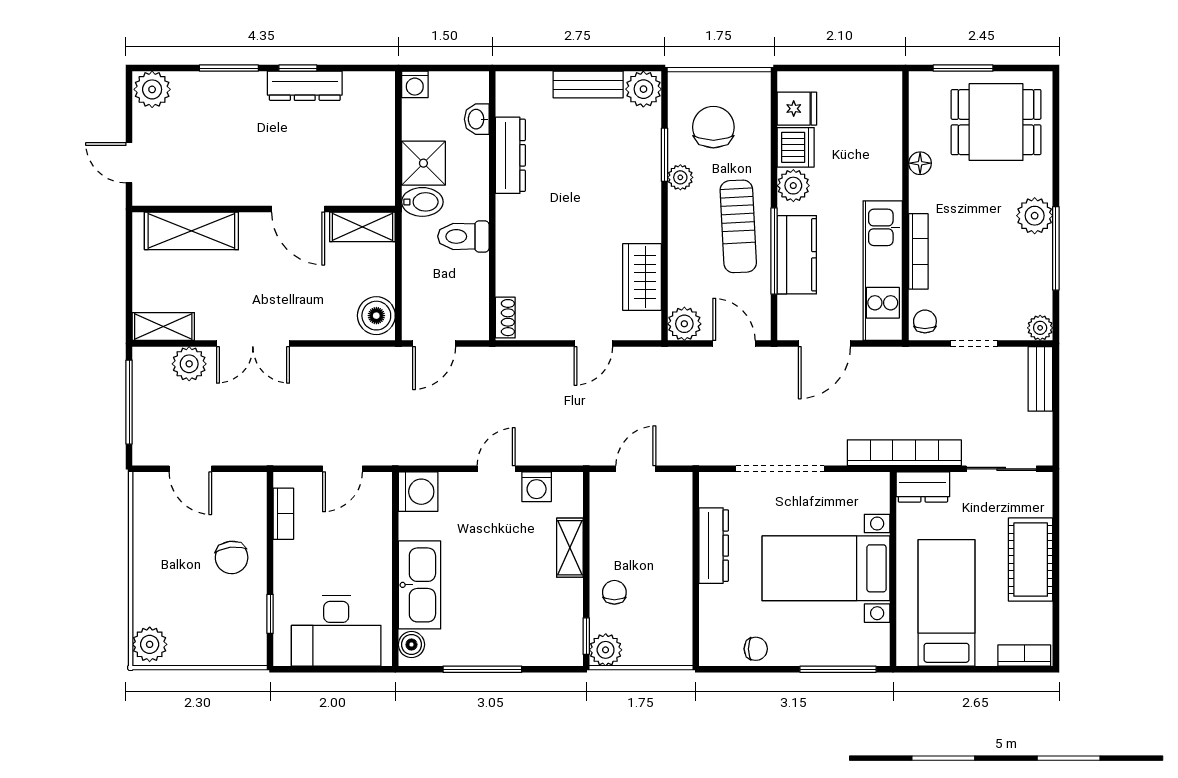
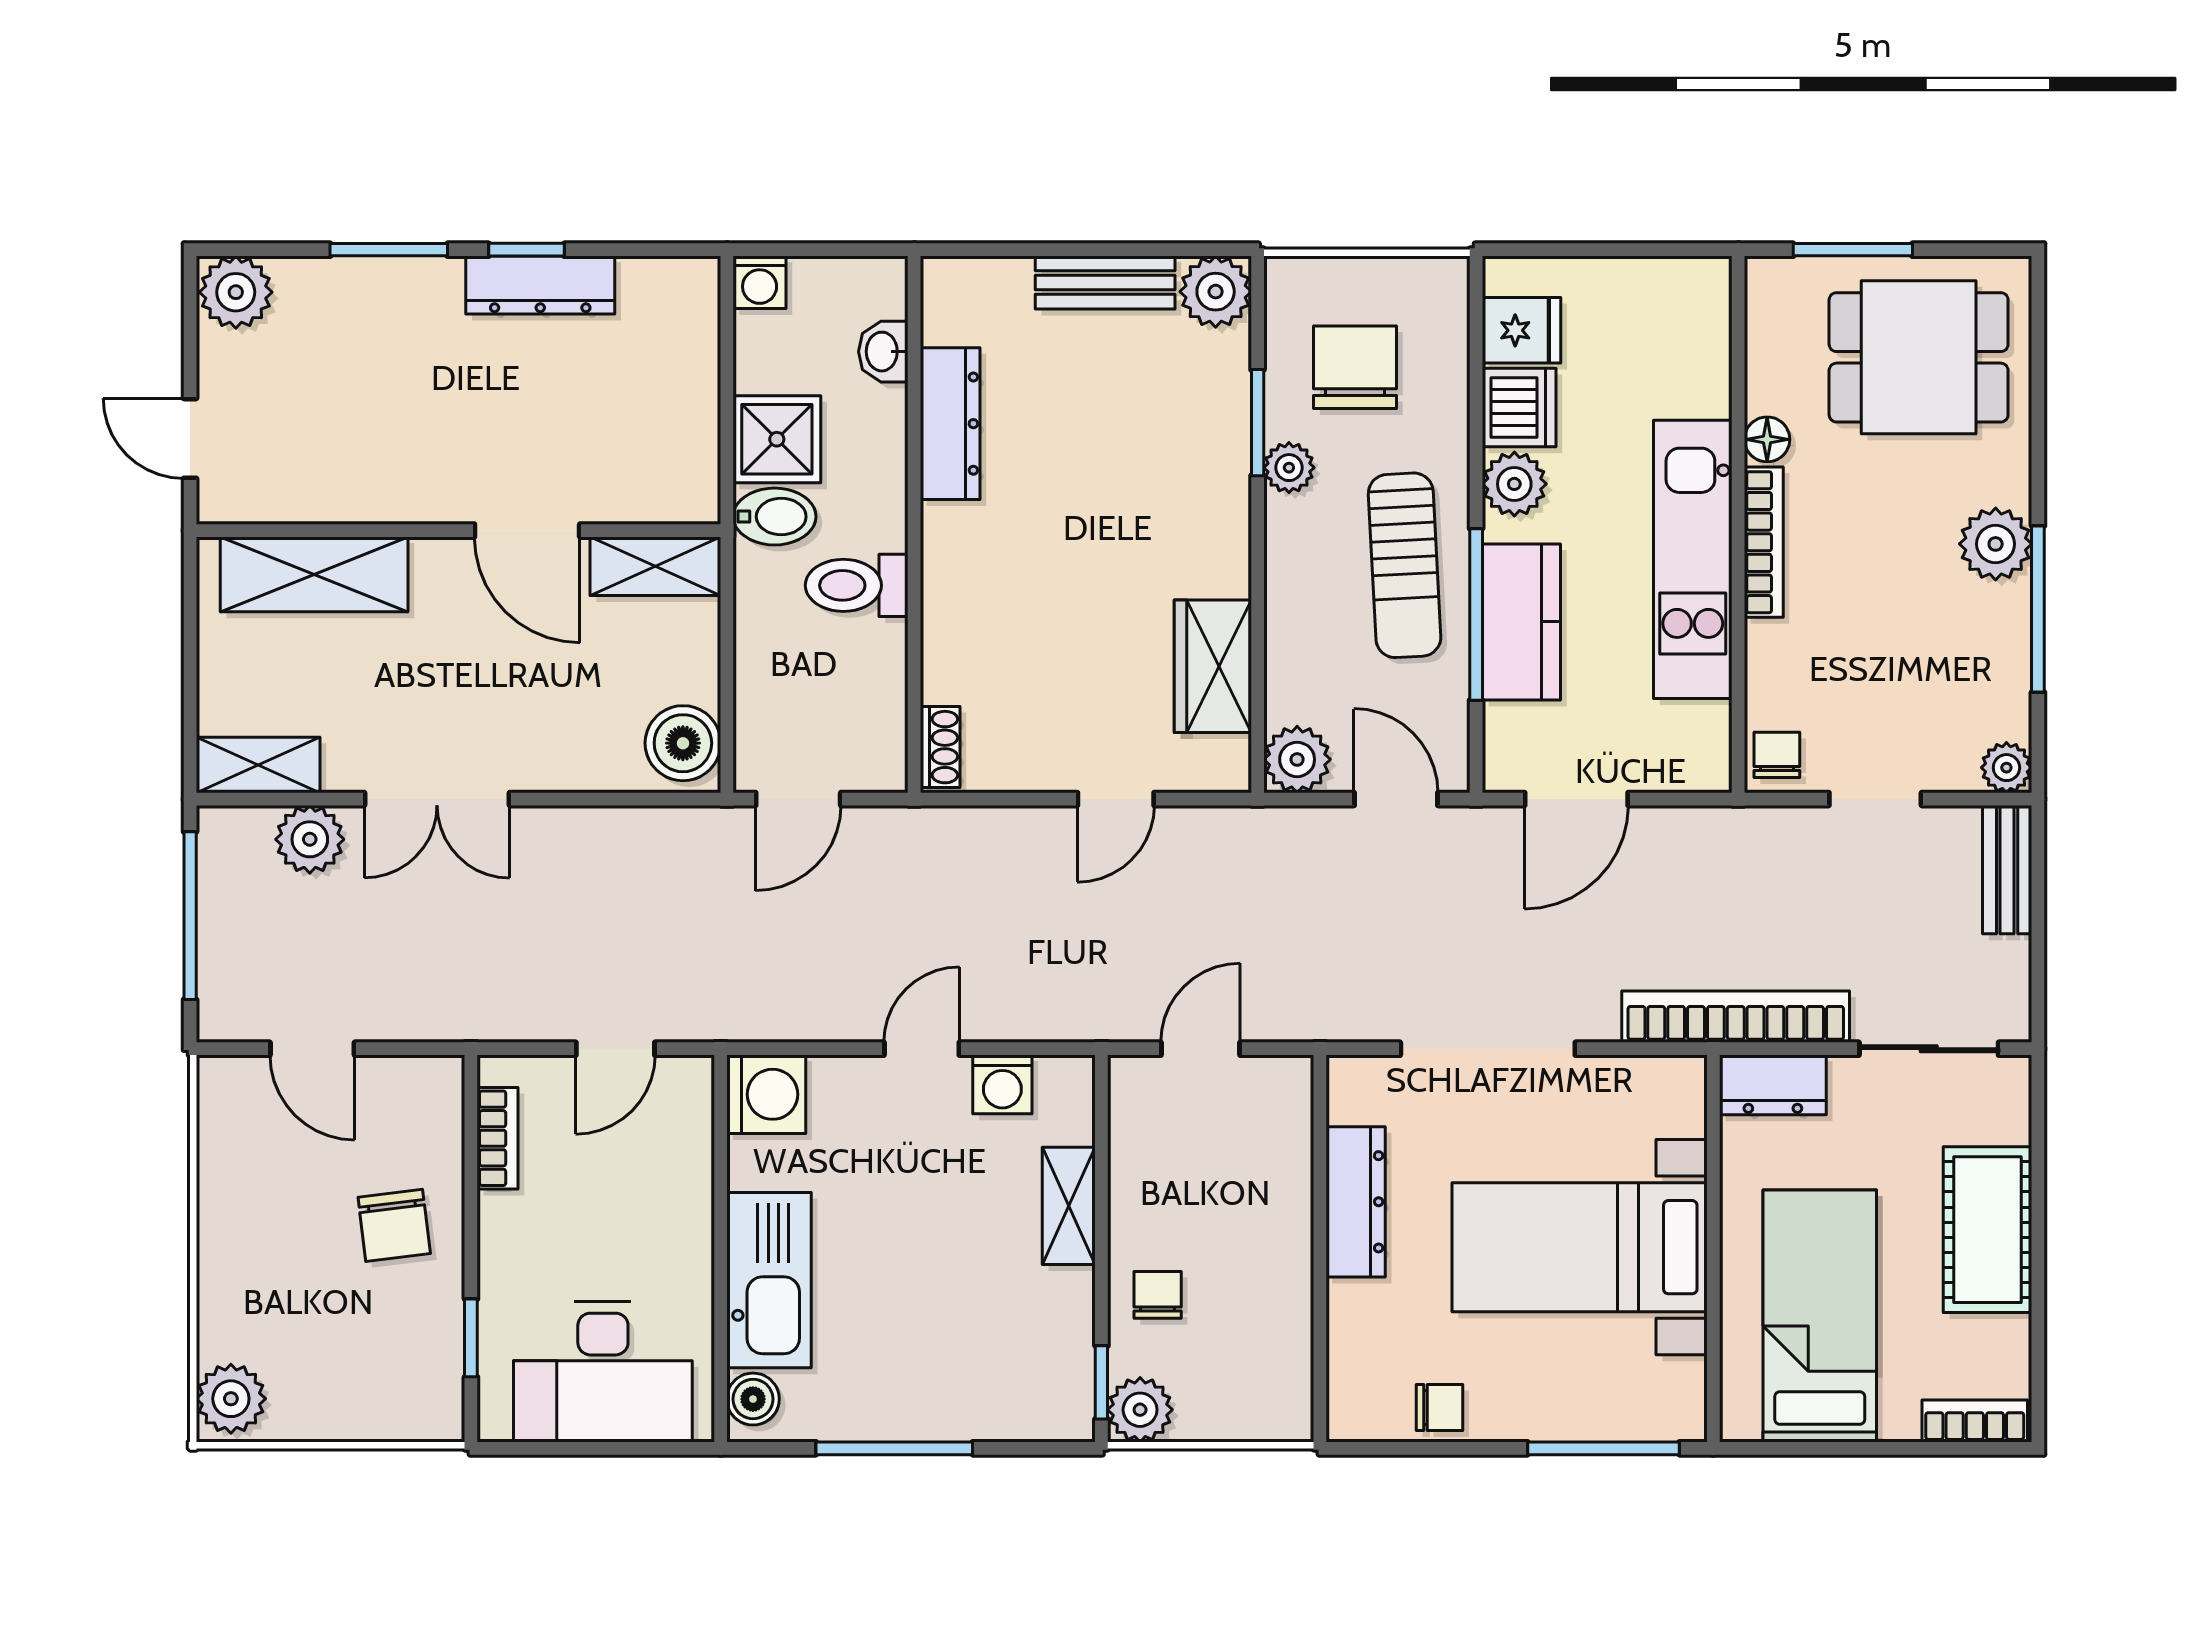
bookcase: (918, 251) -> (1764, 542), moved
kitchen unit: (883, 271) -> (1693, 559), moved

